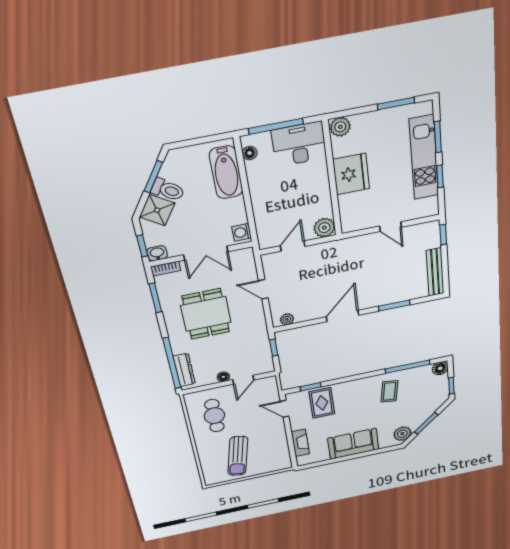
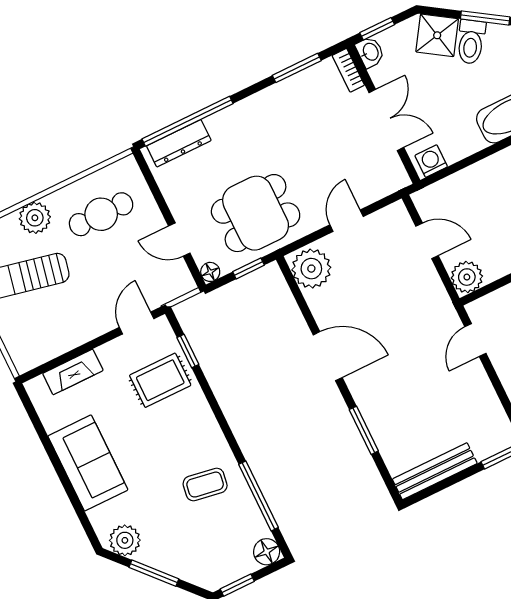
door: (390, 227) -> (475, 340), moved
double door: (206, 253) -> (386, 120), swing flipped
dining table: (206, 314) -> (256, 213), moved
plant: (287, 319) -> (311, 269), width x1.88, depth x1.88
floor lamp: (223, 377) -> (210, 272), moved
plant: (206, 447) -> (35, 218), added

